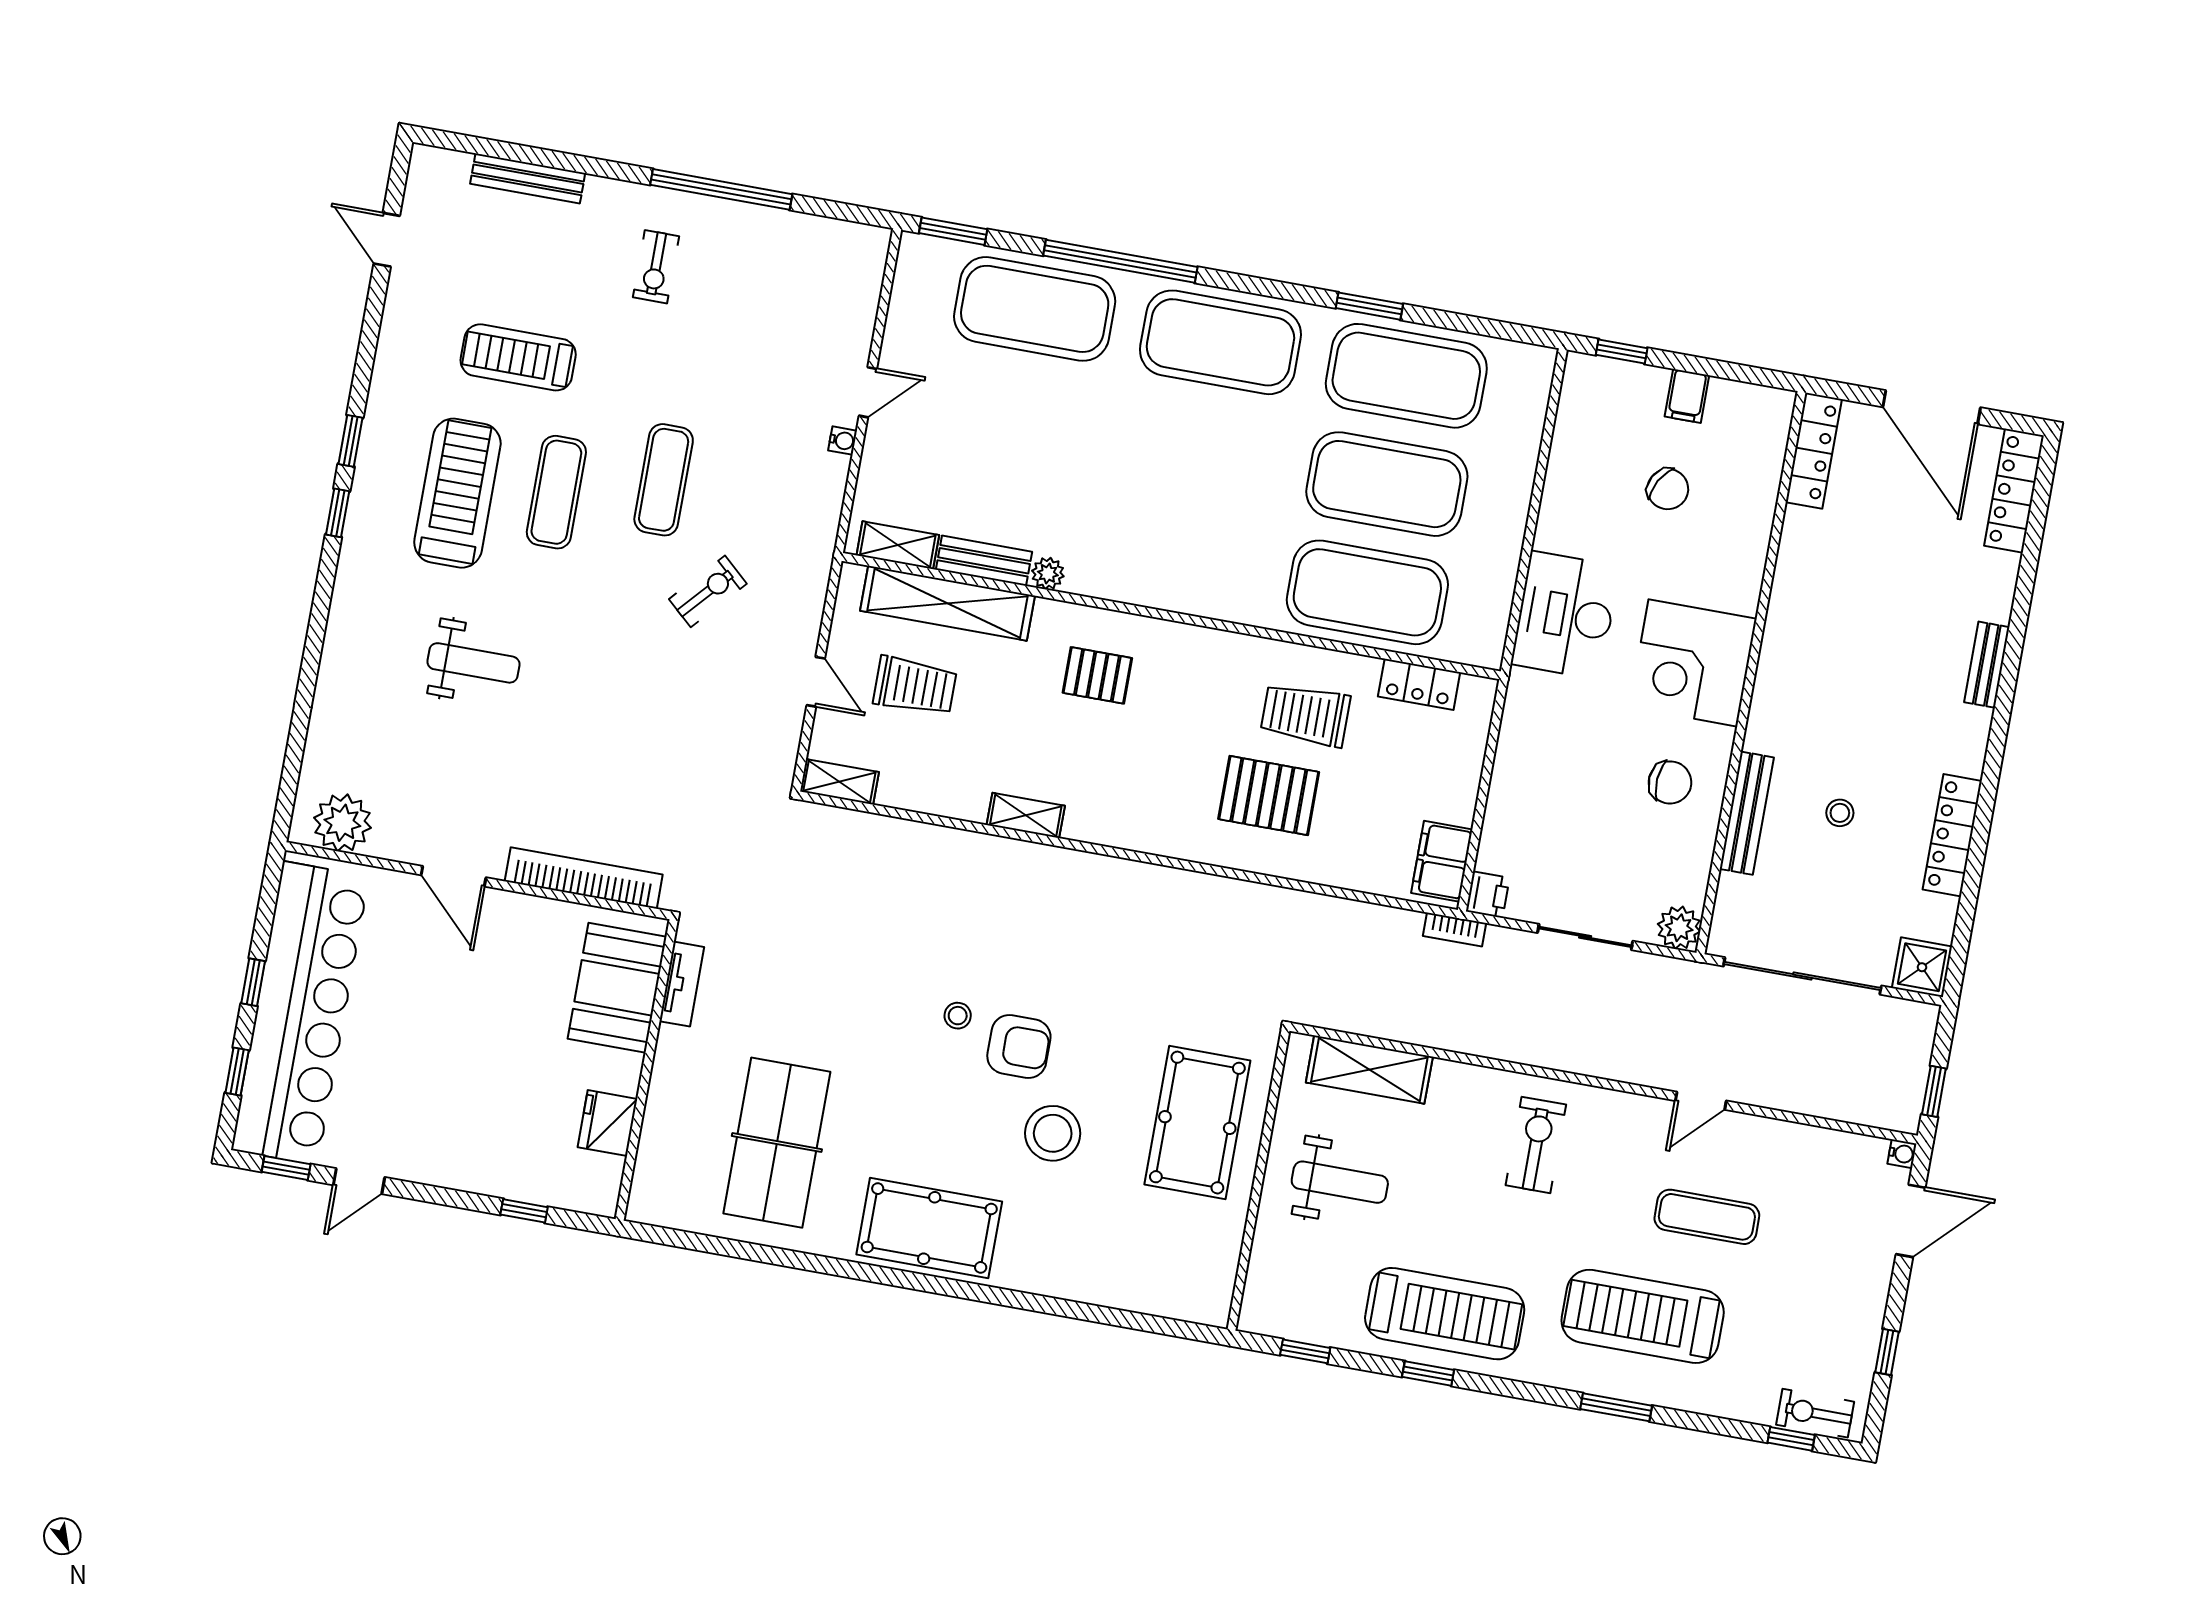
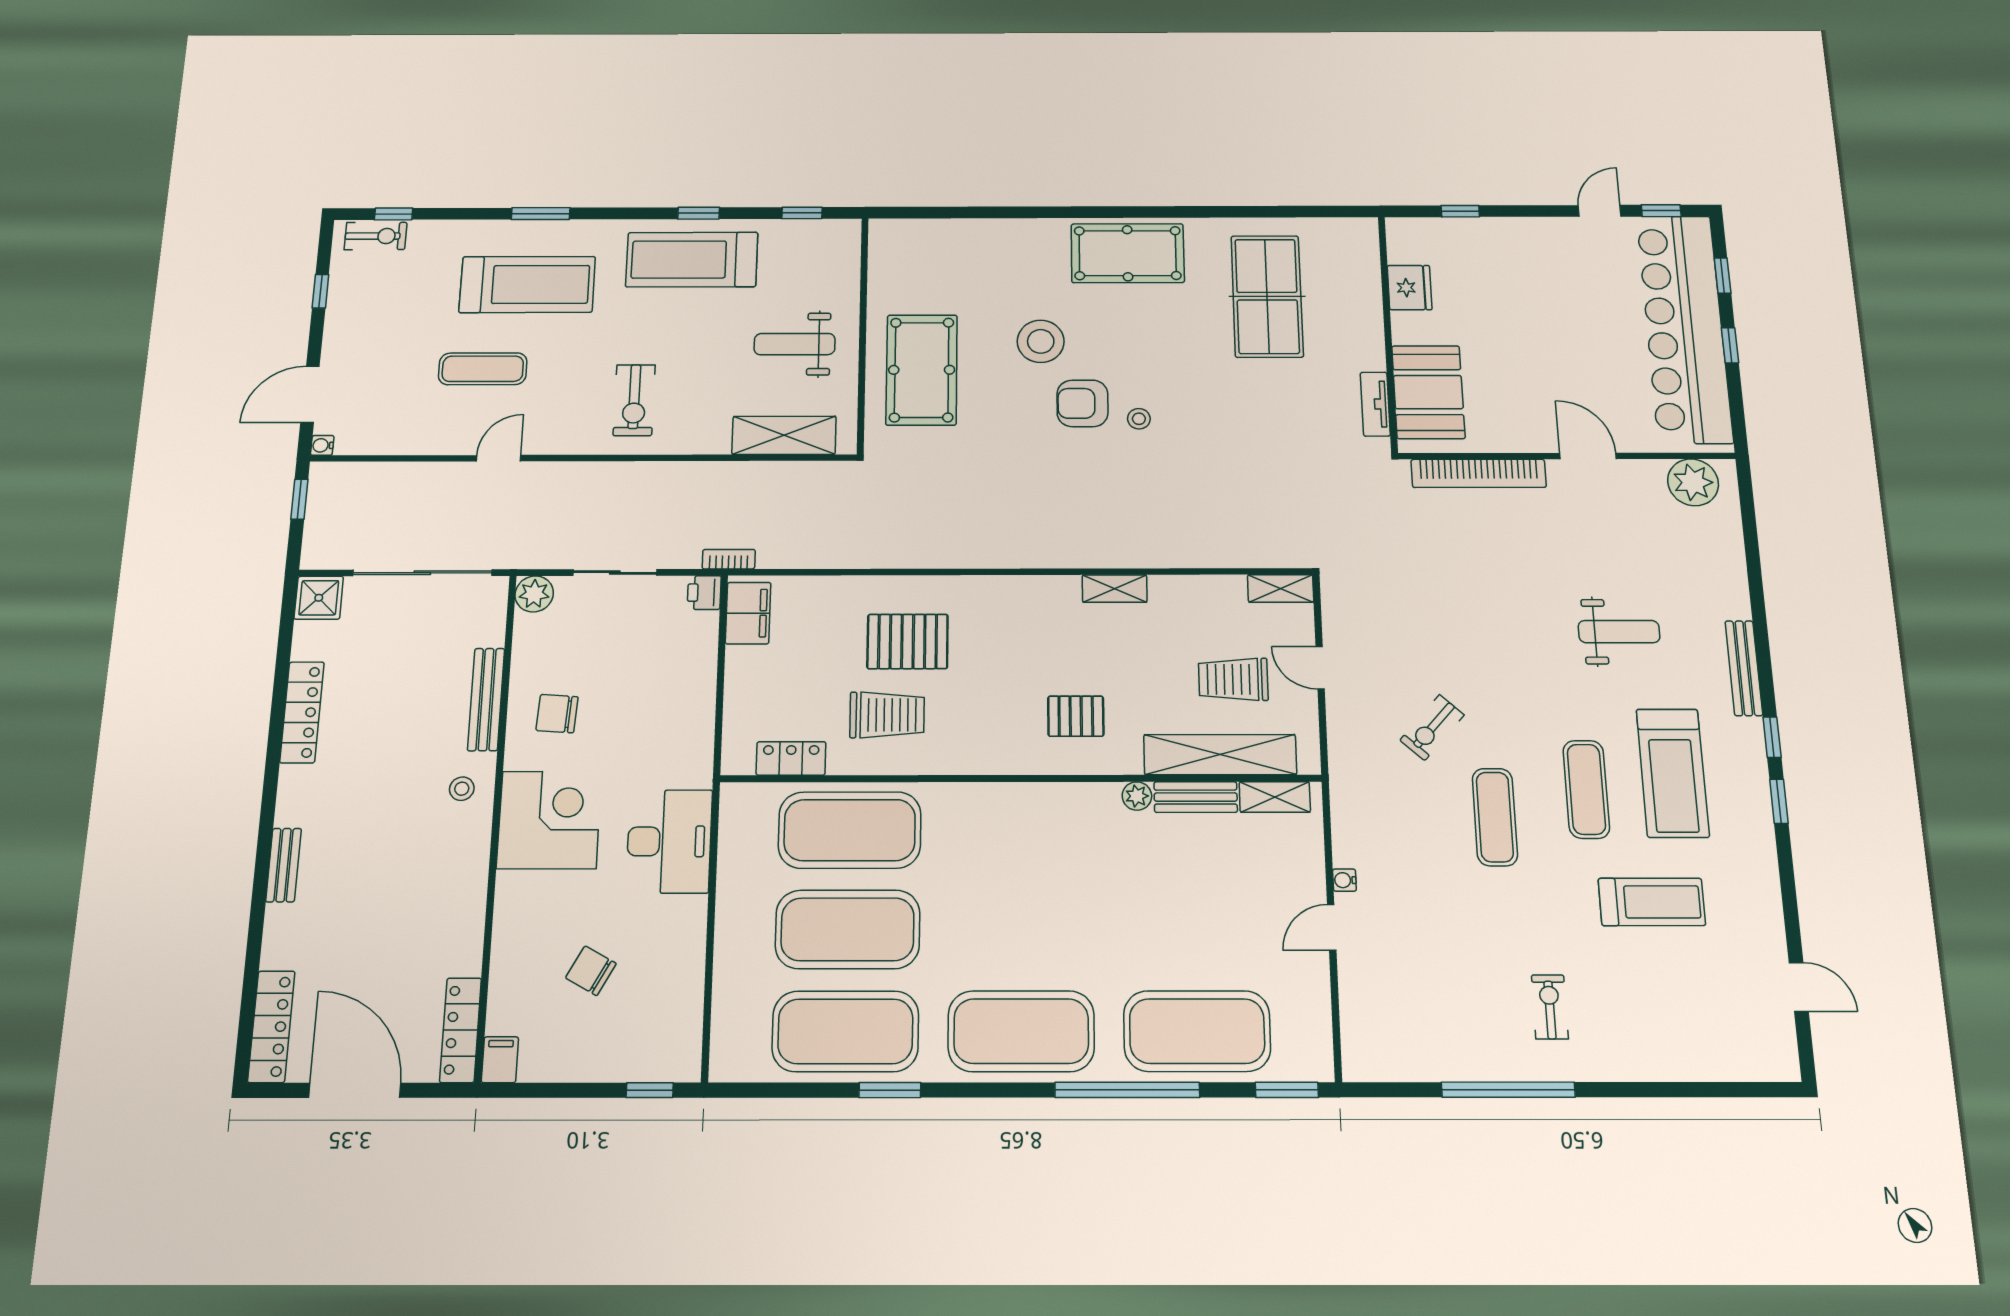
bench: (528, 178) -> (1744, 668), moved, turned 90
filing cabinet: (1687, 396) -> (500, 1060), moved
weight bench: (473, 663) -> (1619, 632), turned 180
stool: (1840, 813) -> (462, 789), moved

